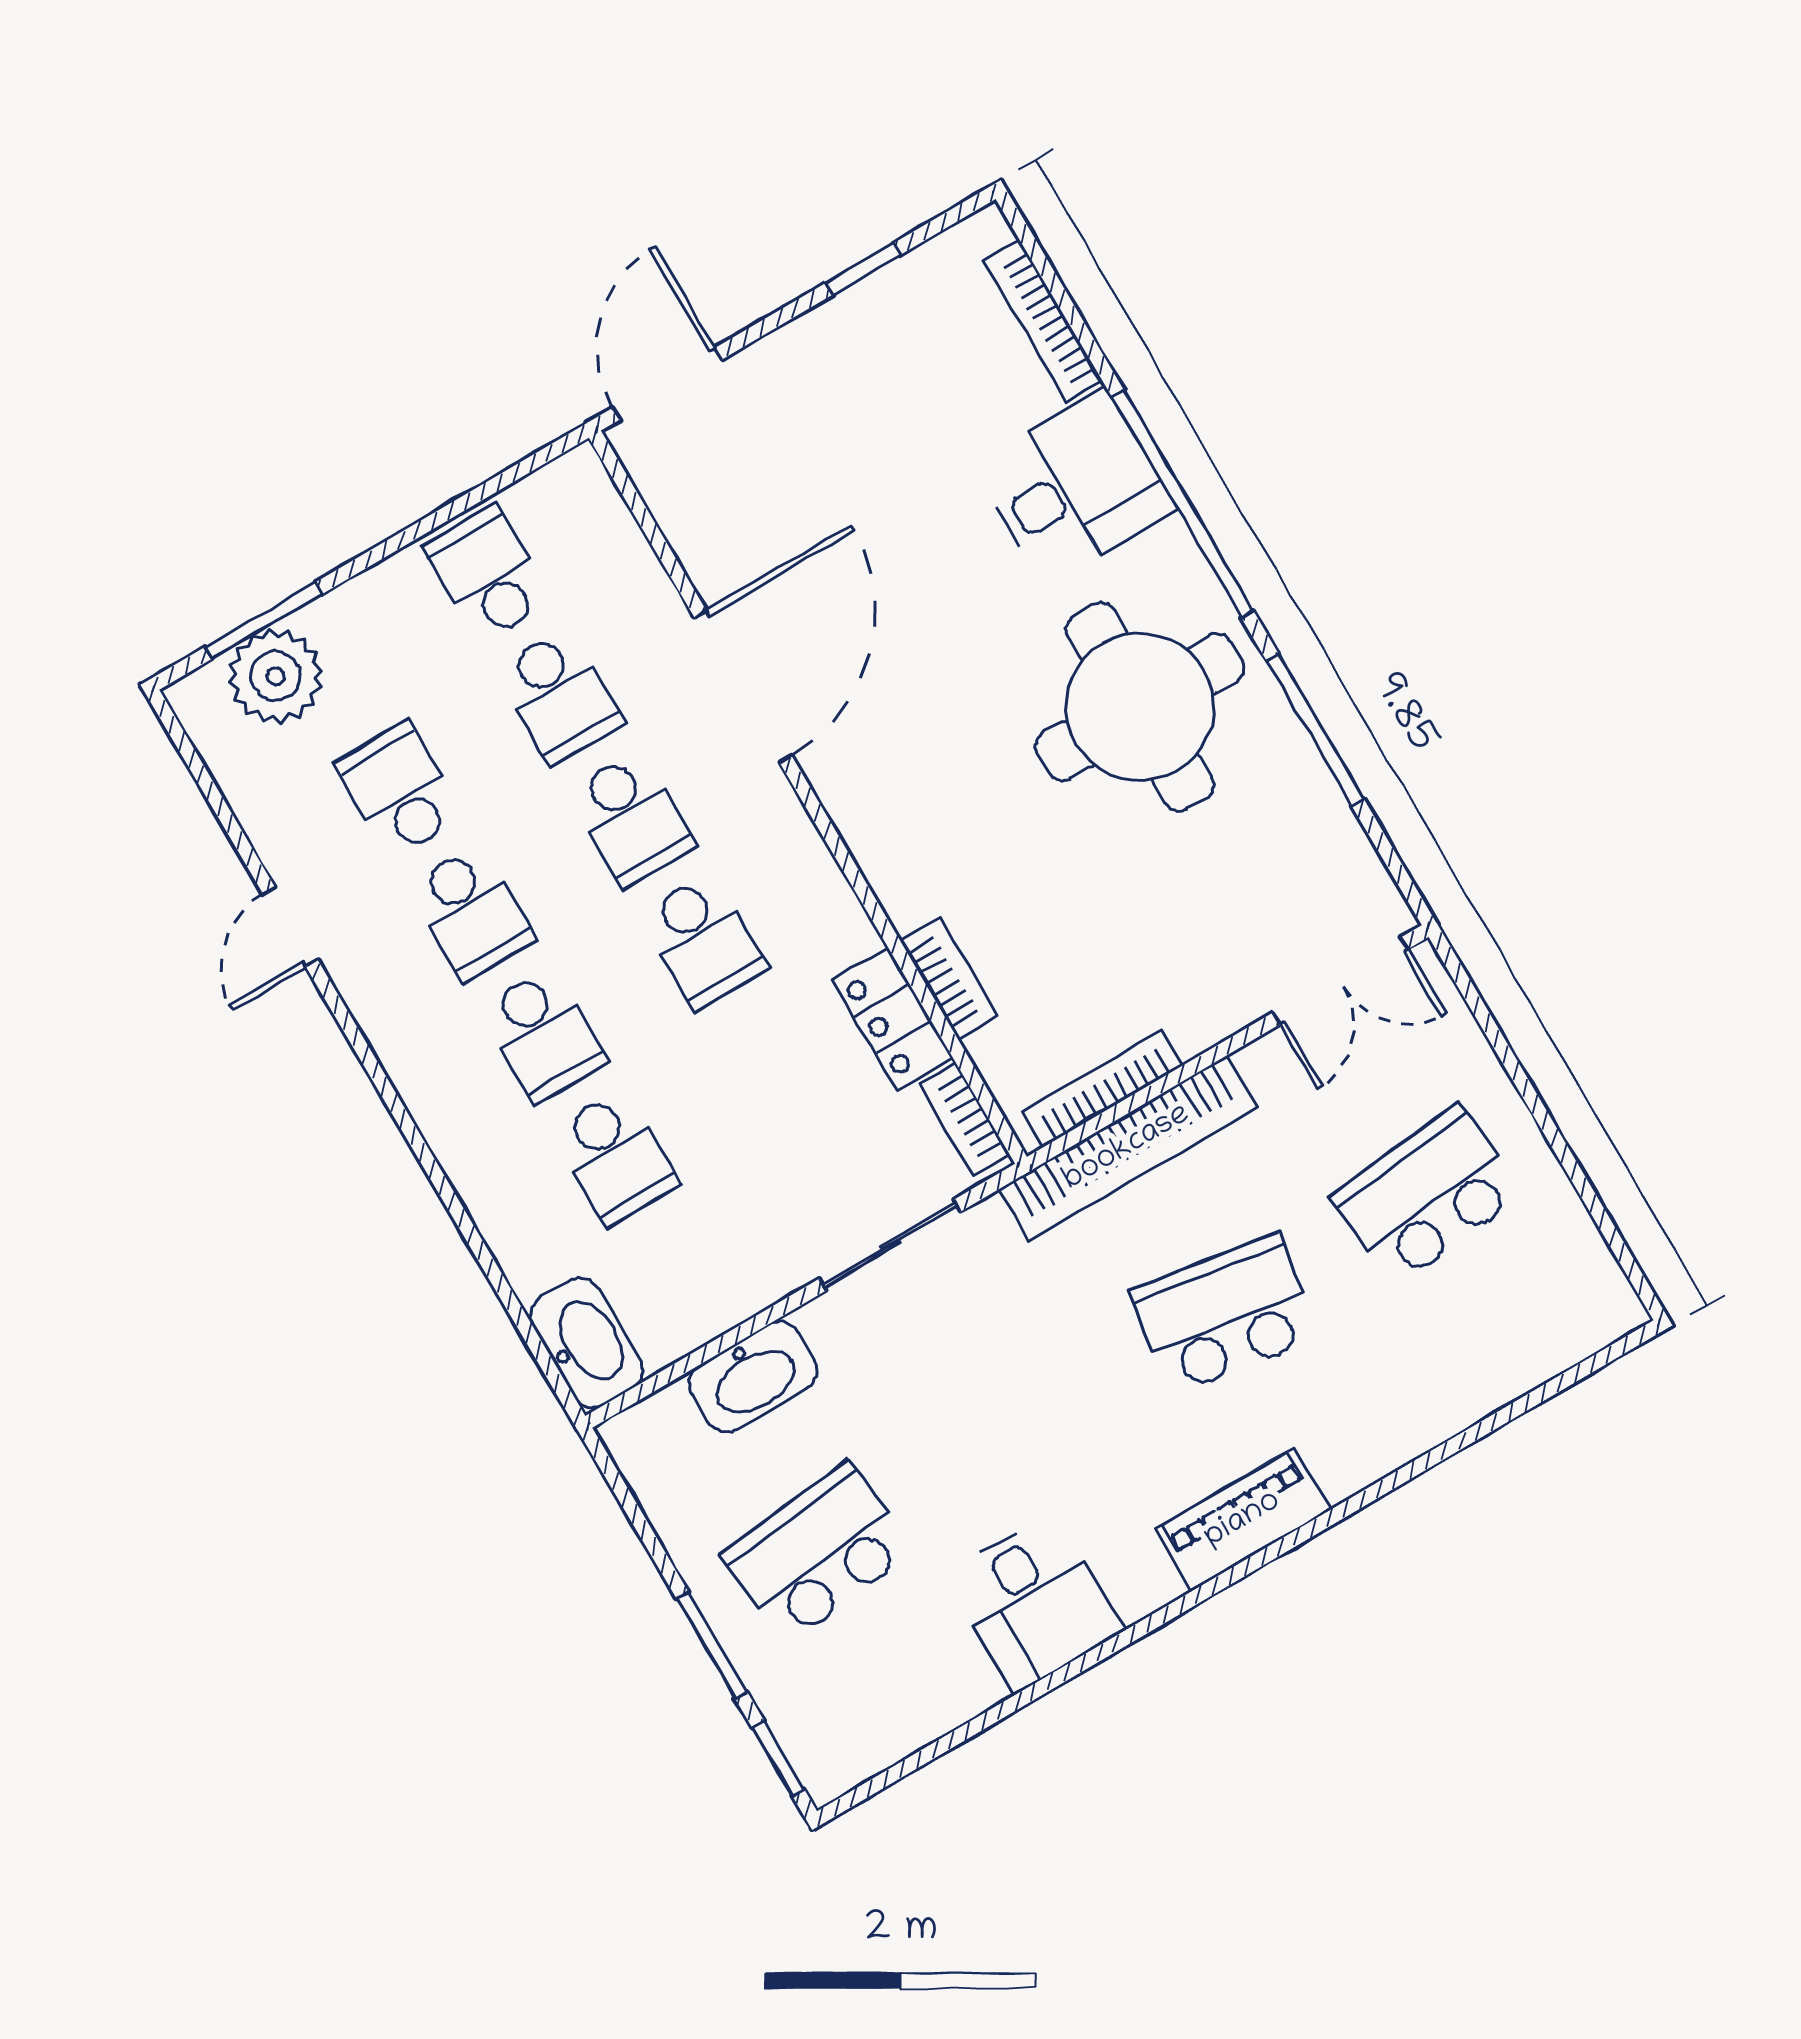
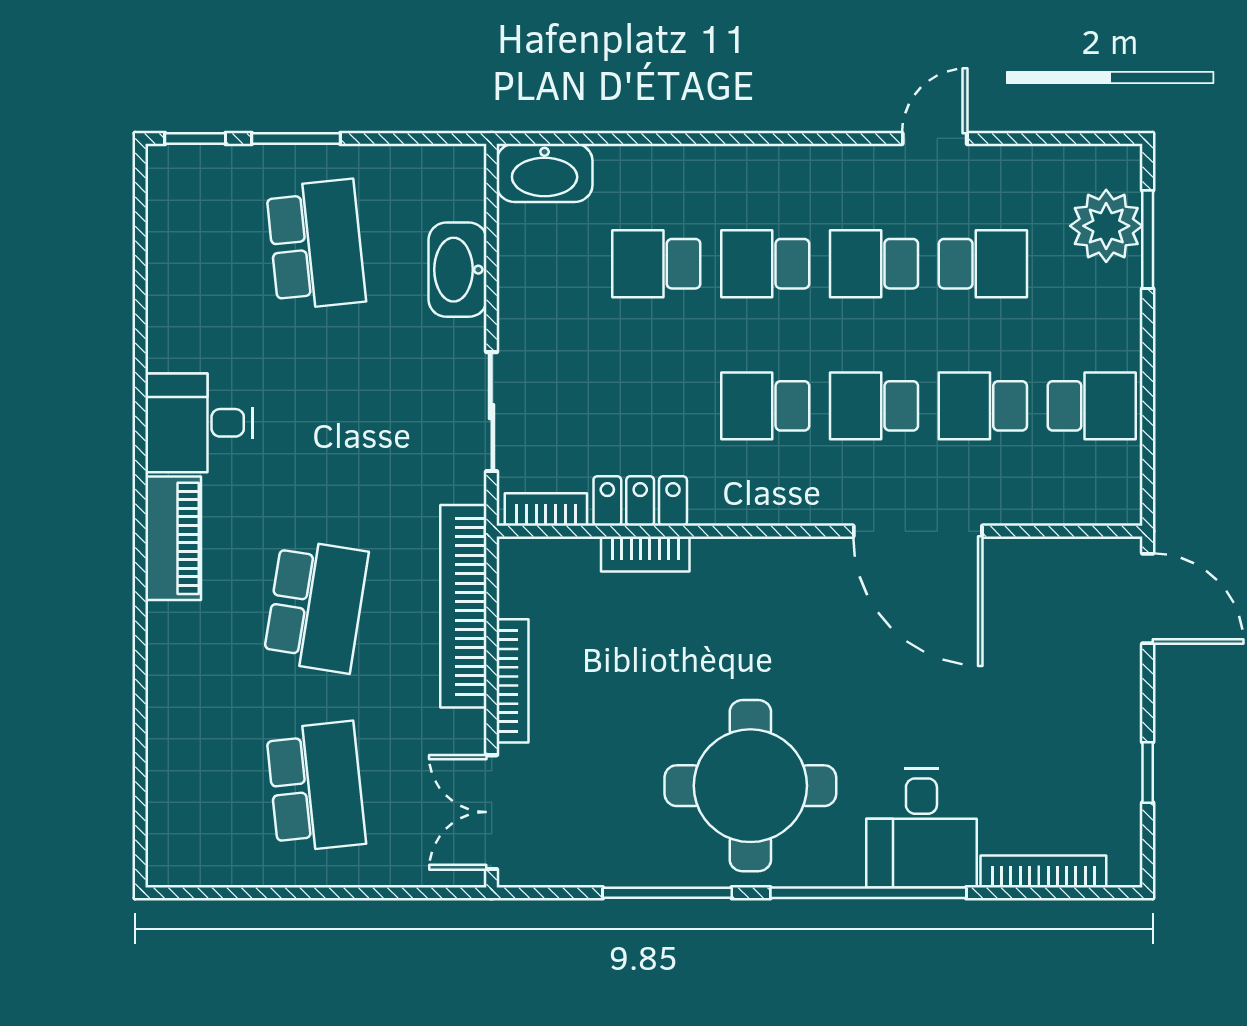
door: (290, 927) -> (935, 138), hinge flipped
bookcase: (1102, 1089) -> (513, 681), moved
desk: (1034, 1603) -> (199, 423), moved

